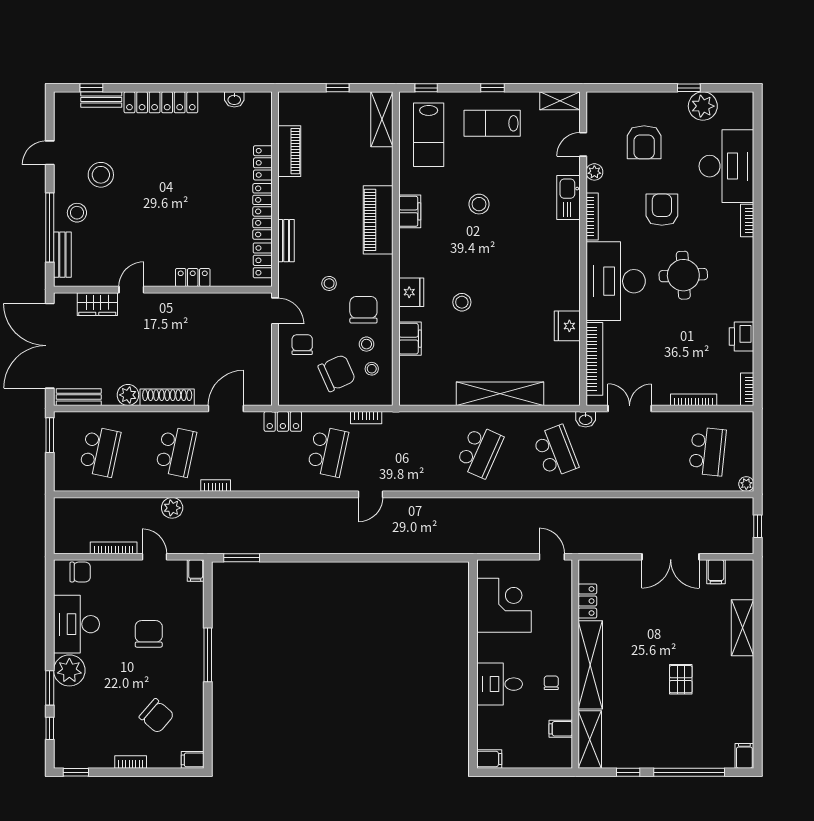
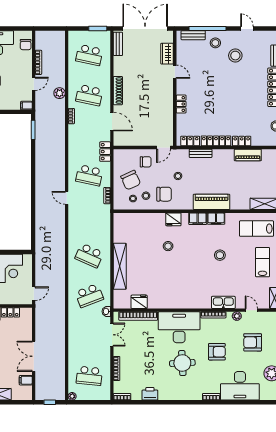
fridge: (567, 326) -> (139, 302), moved
filing cabinet: (410, 339) -> (198, 219), moved
plant: (128, 395) -> (119, 70), removed

